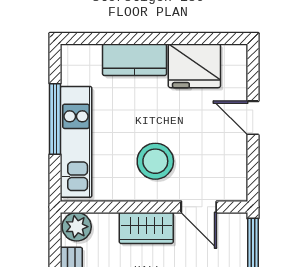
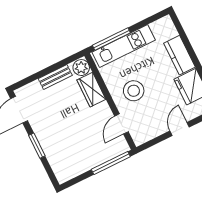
window: (55, 119) -> (111, 39), moved
wardrobe: (146, 228) -> (91, 90), moved

